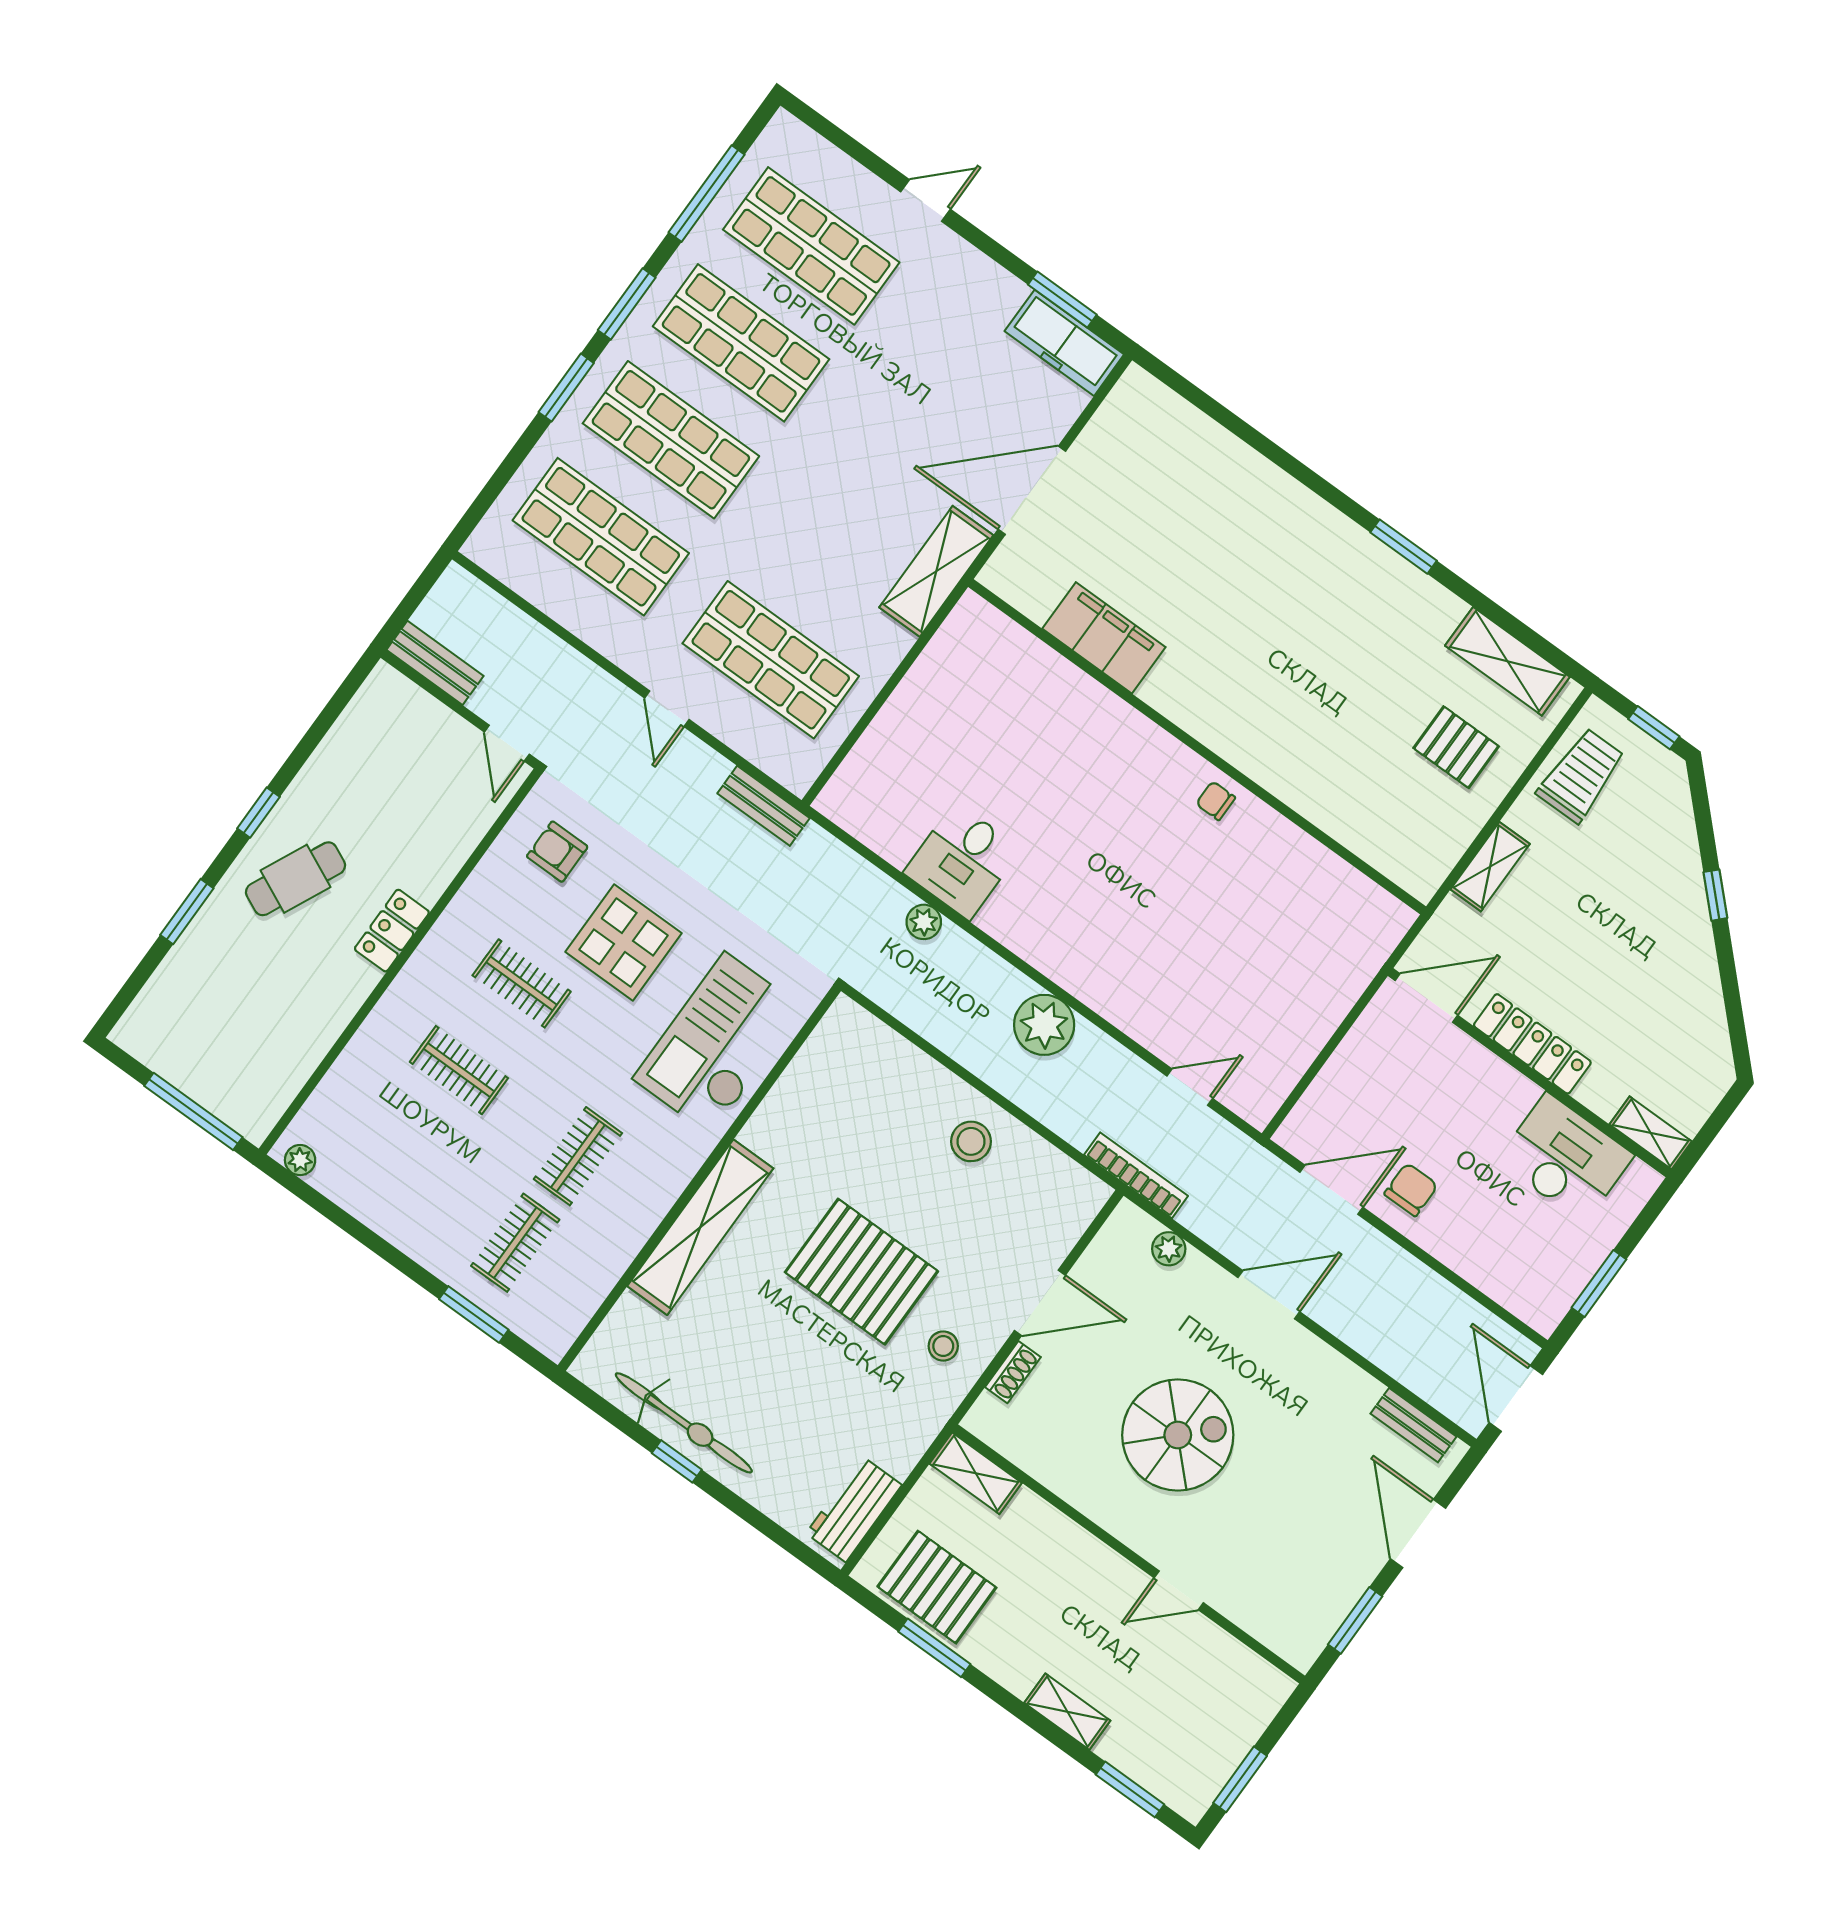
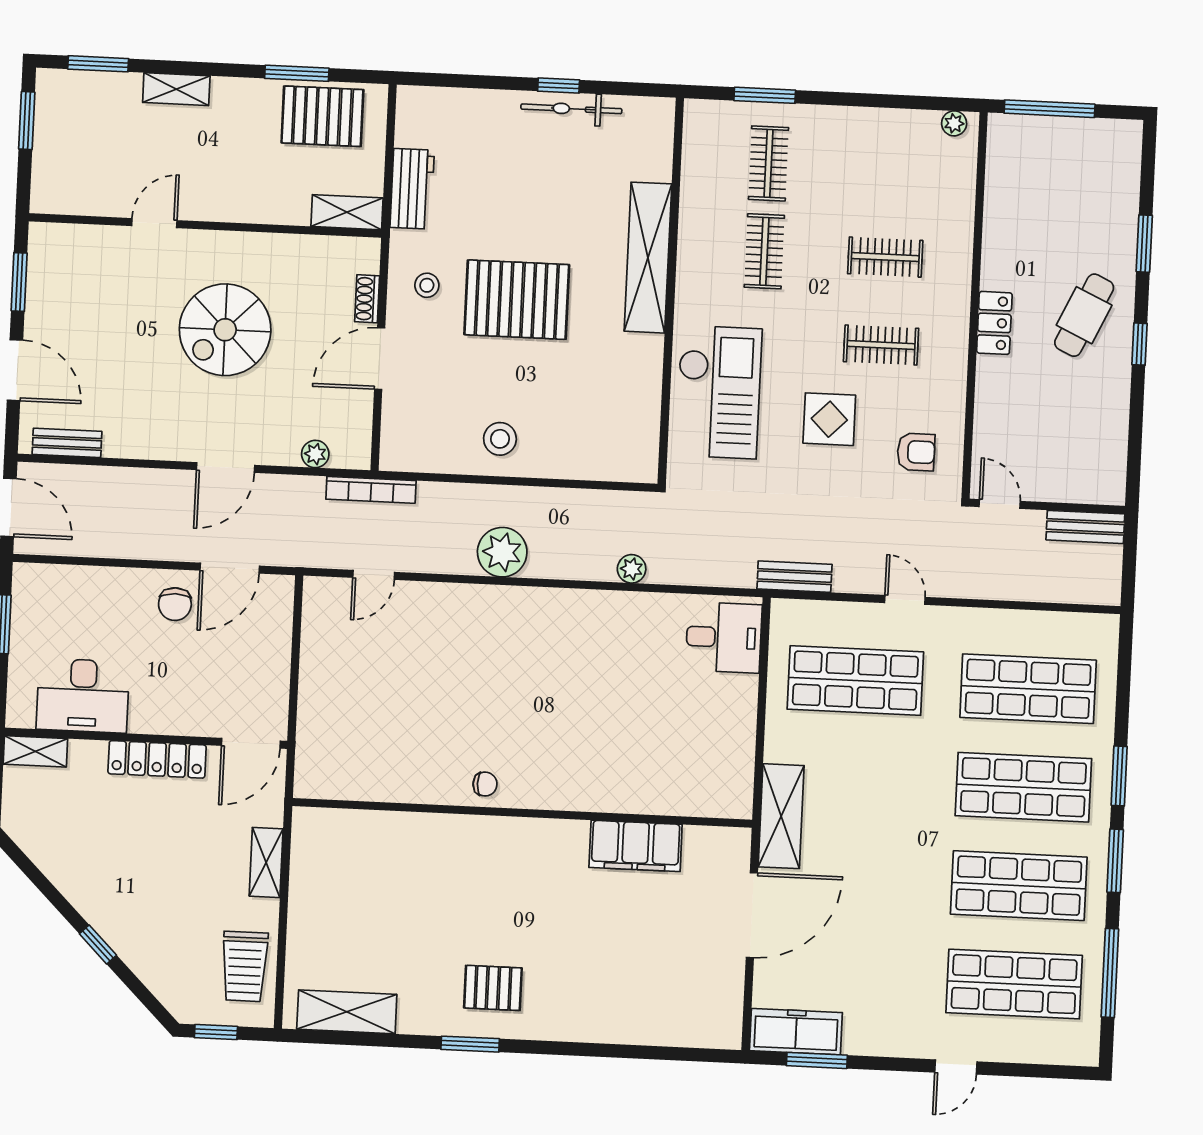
pallet: (1456, 747) -> (493, 988), moved
desk: (962, 861) -> (724, 637), moved, turned 90
display table: (623, 942) -> (829, 419), width x0.73, depth x0.73
bicycle: (684, 1423) -> (571, 109), width x0.73, depth x0.71
workbench: (854, 1509) -> (412, 189), moved

